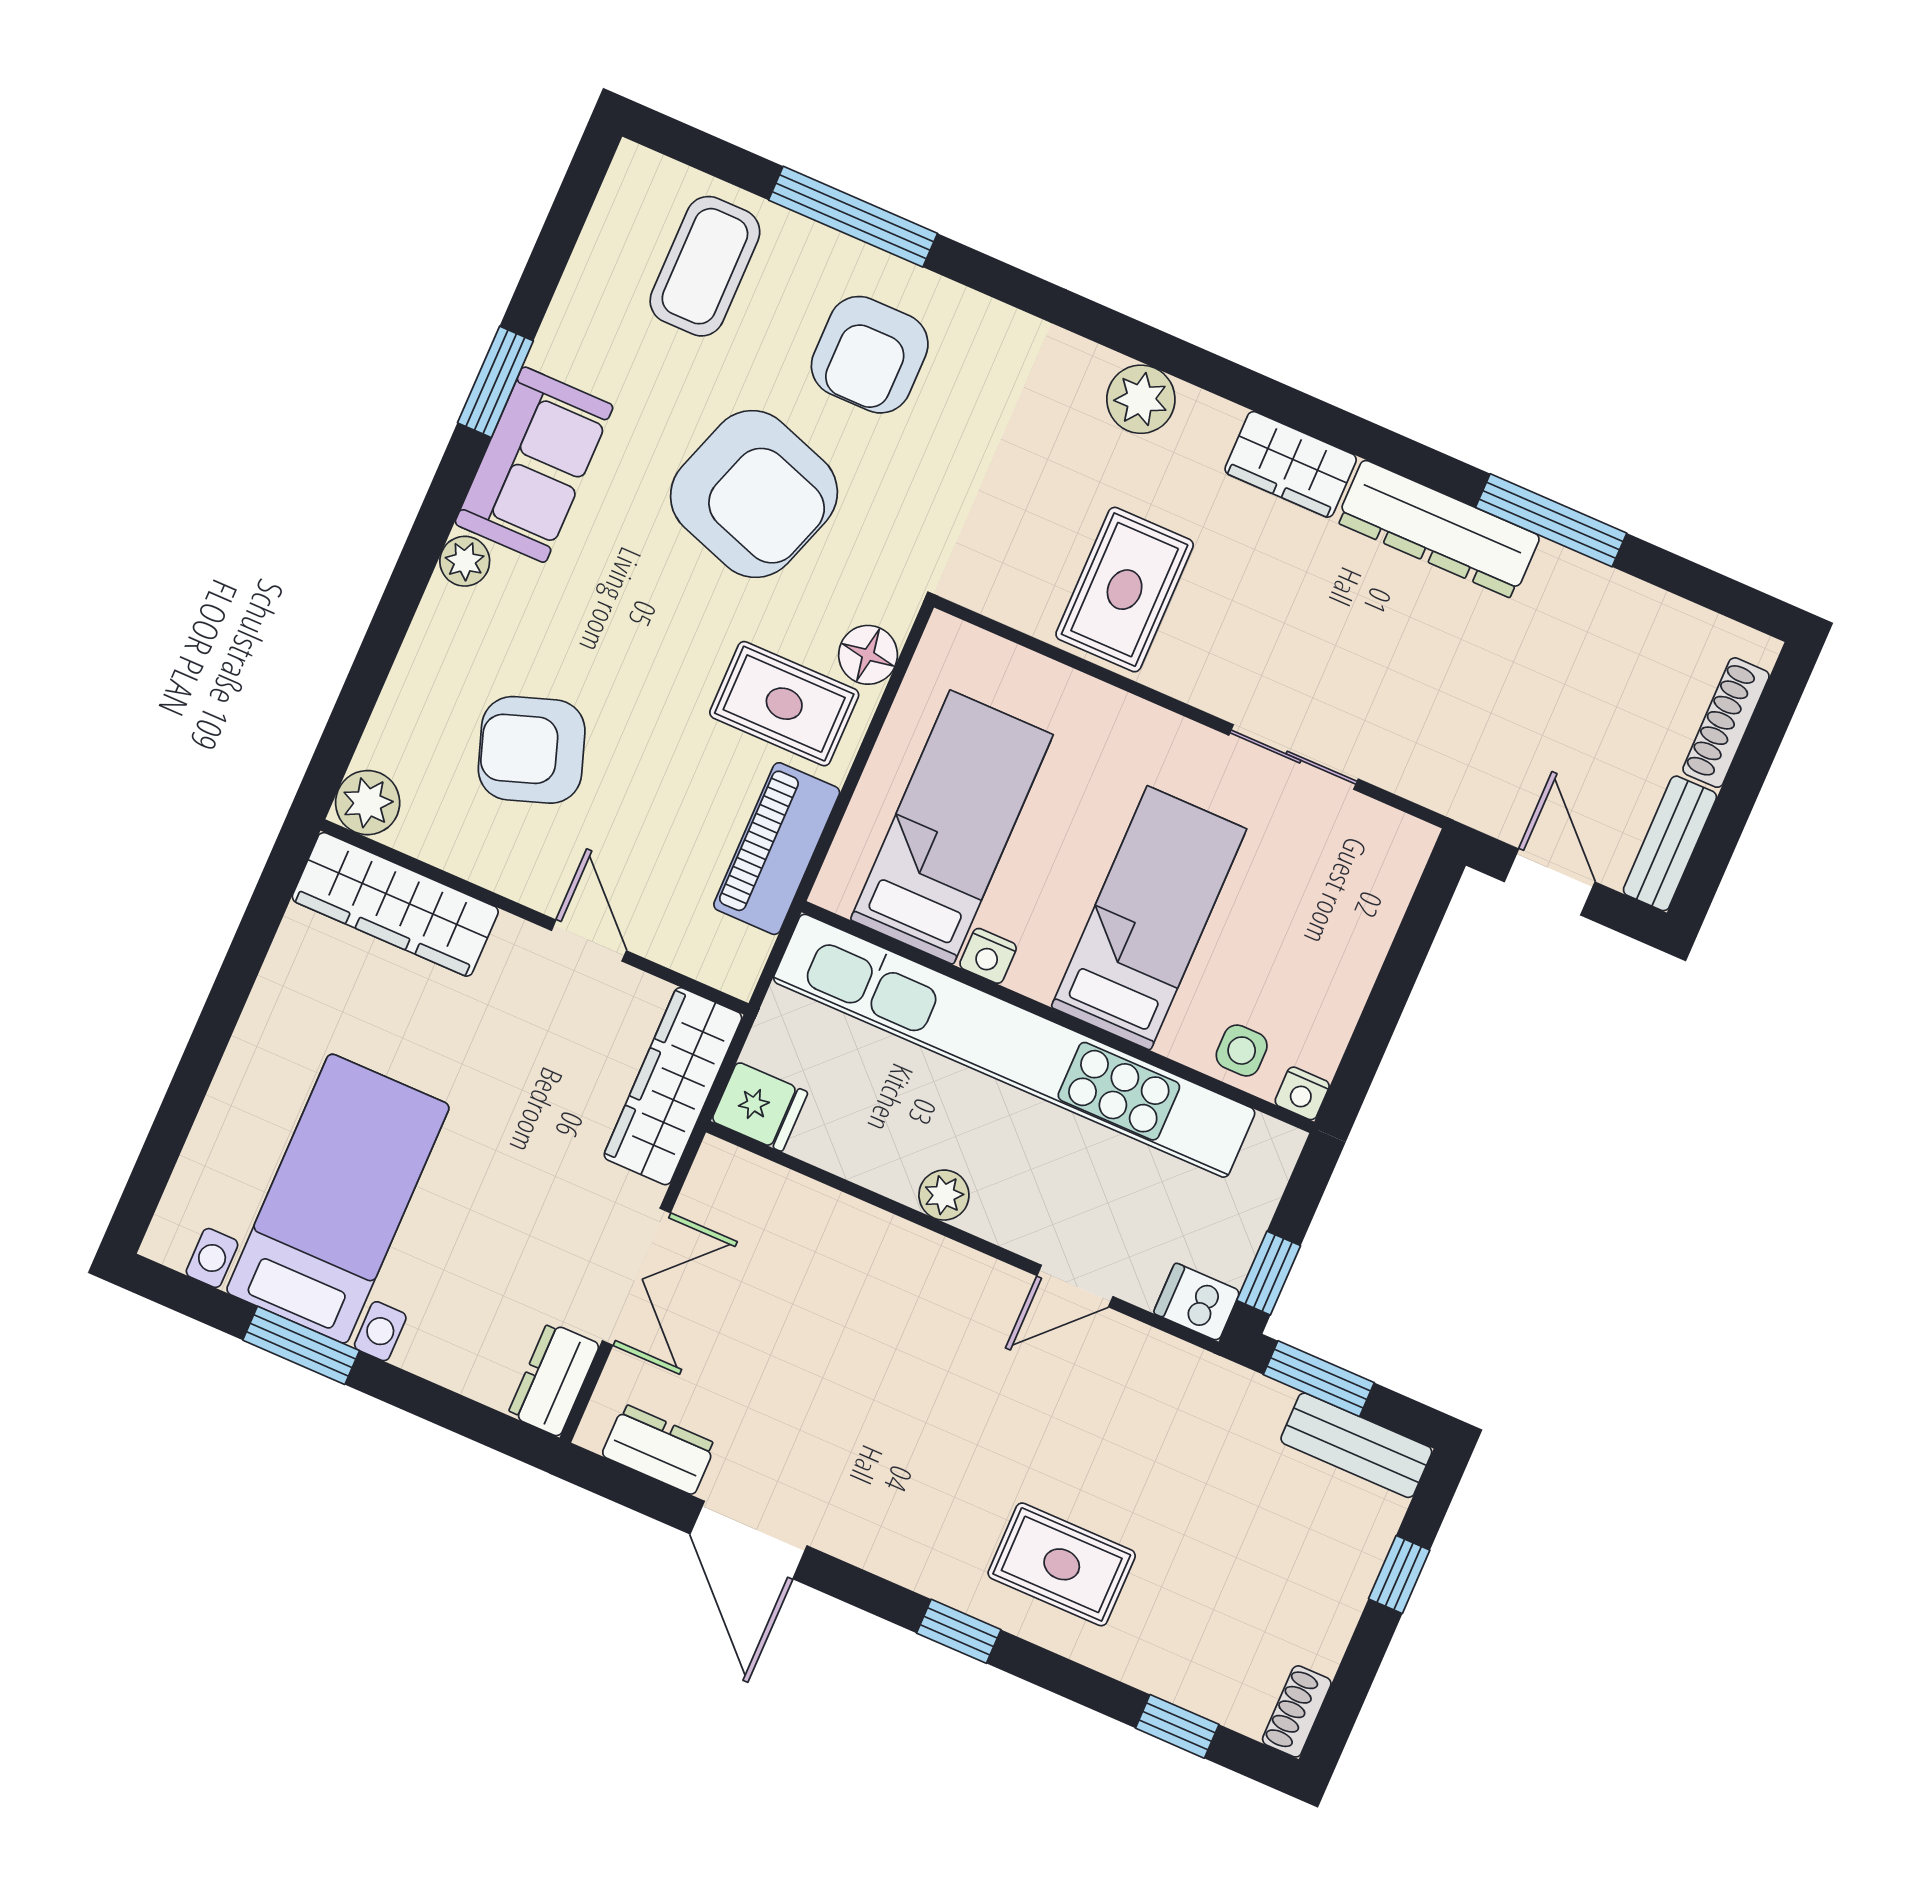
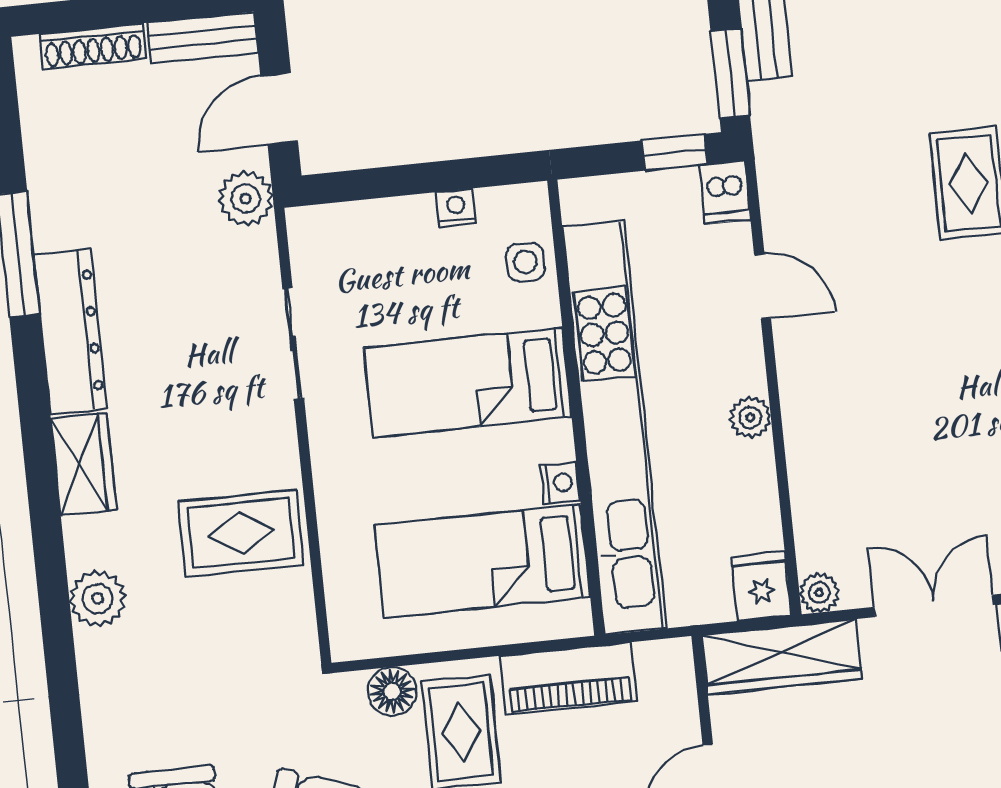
plant: (1475, 793) -> (246, 198), added
nightstand: (1302, 1093) -> (456, 208), moved, turned -90
plant: (718, 1164) -> (819, 593), added

